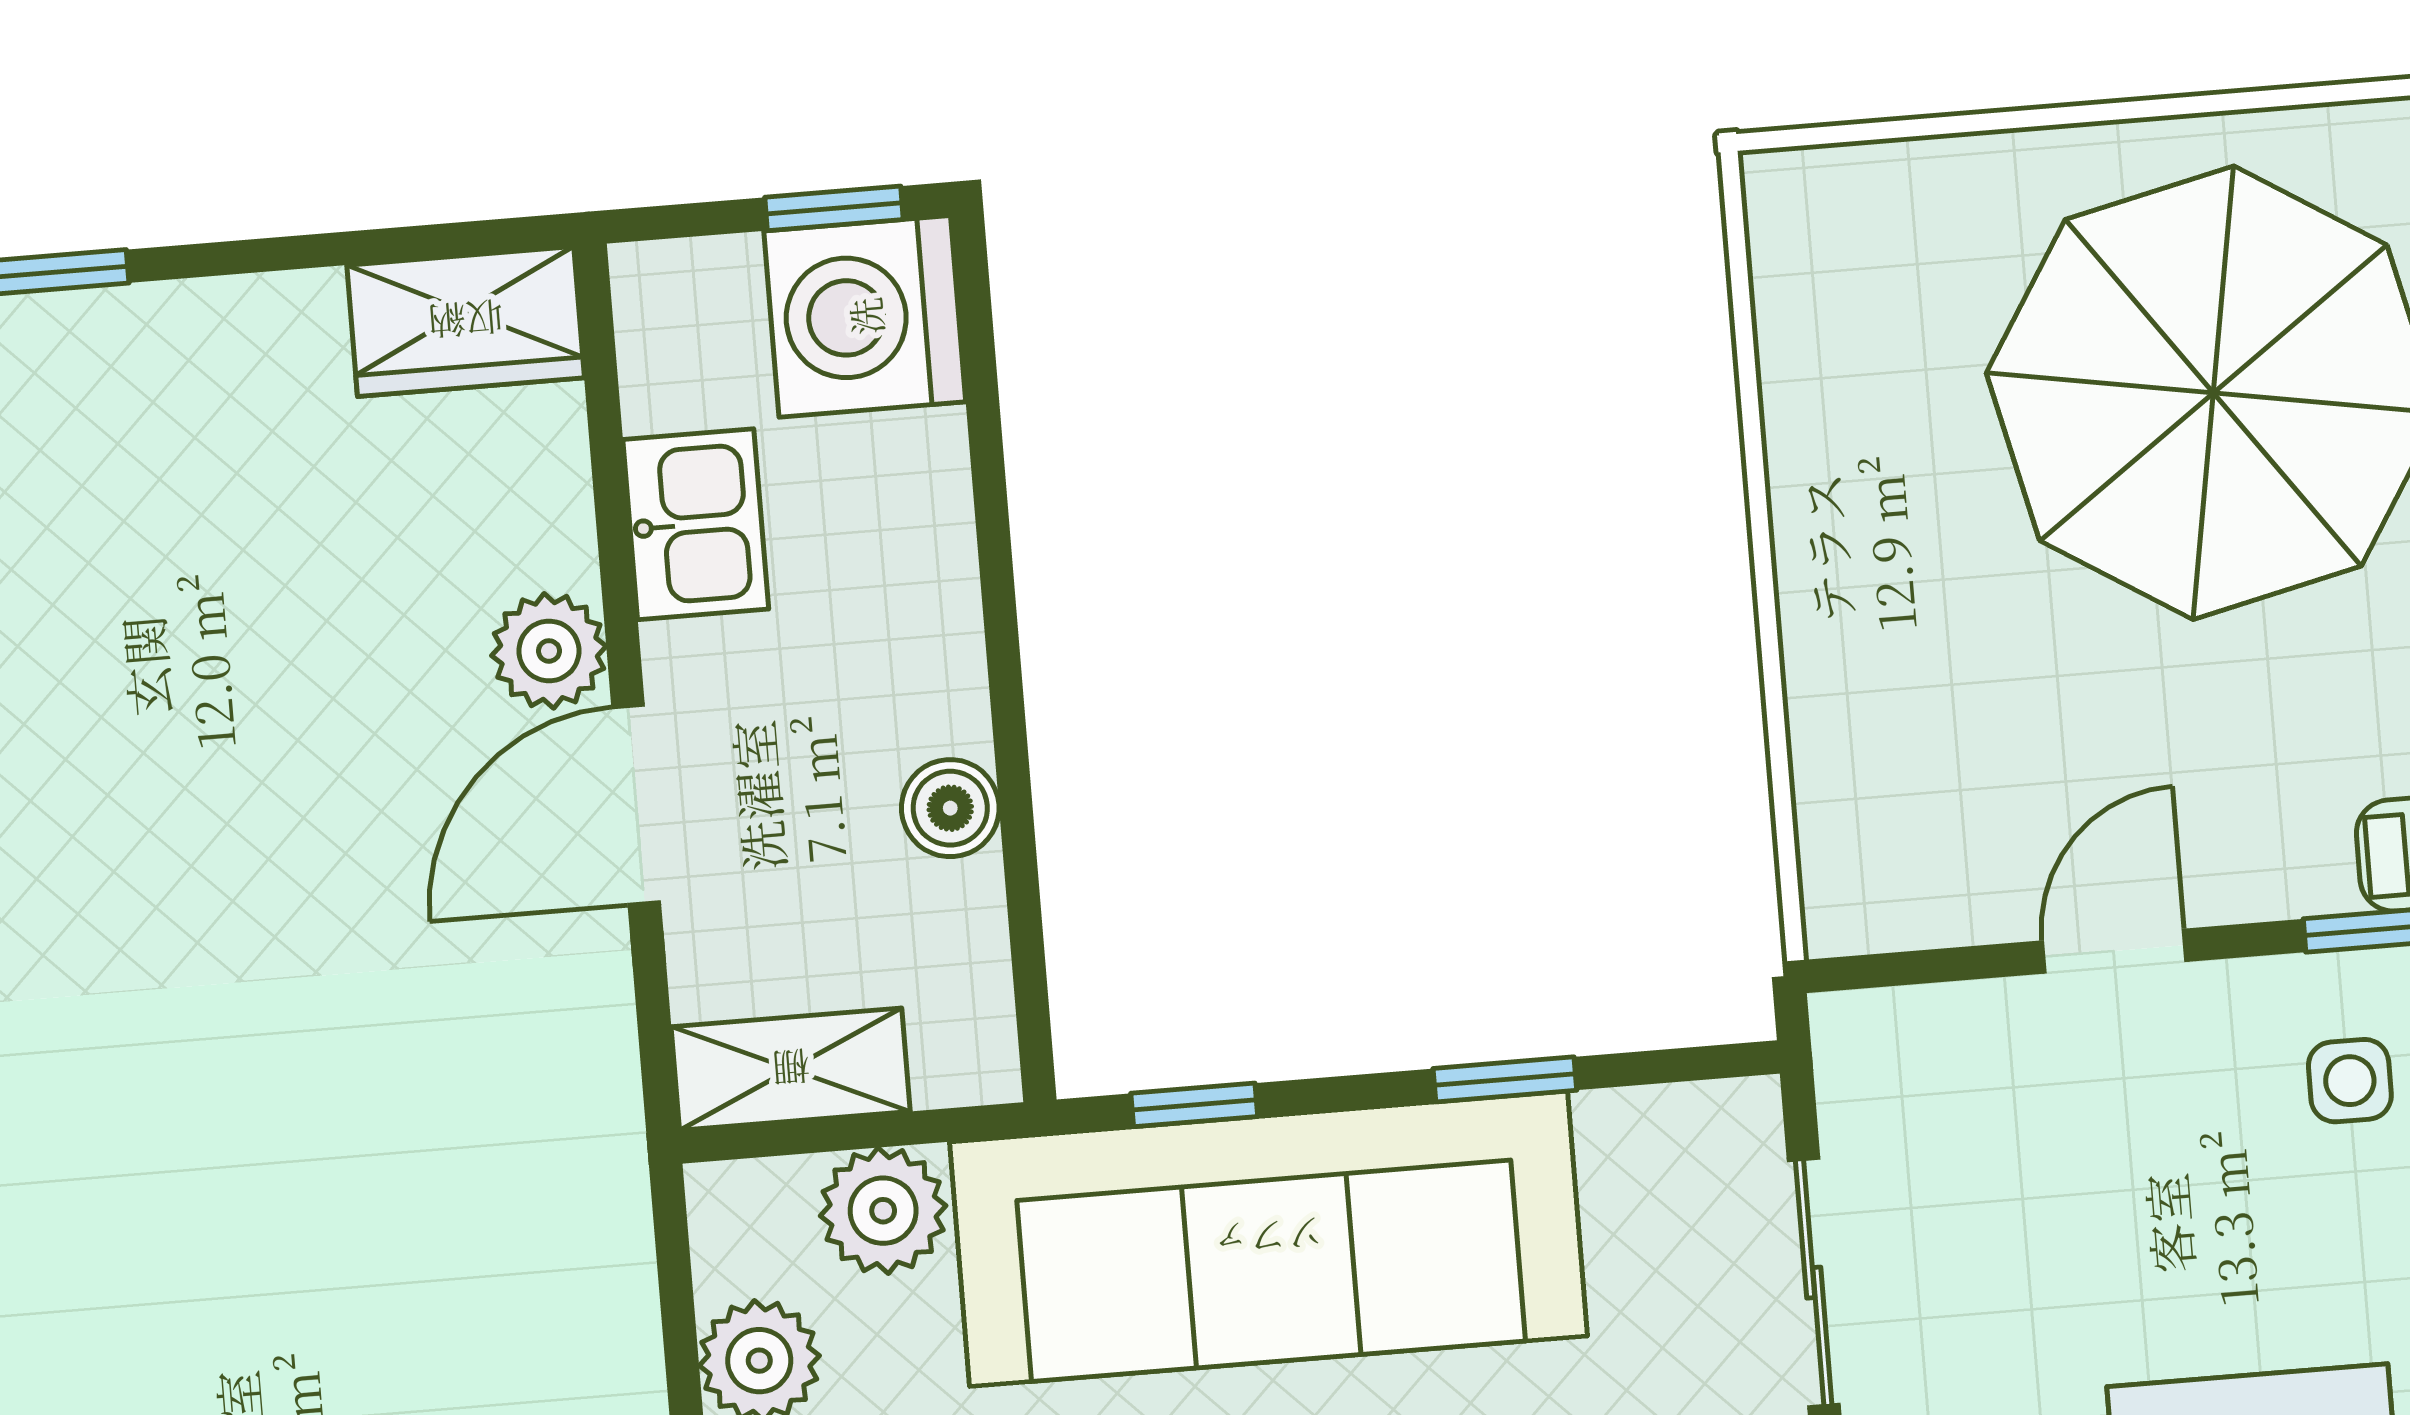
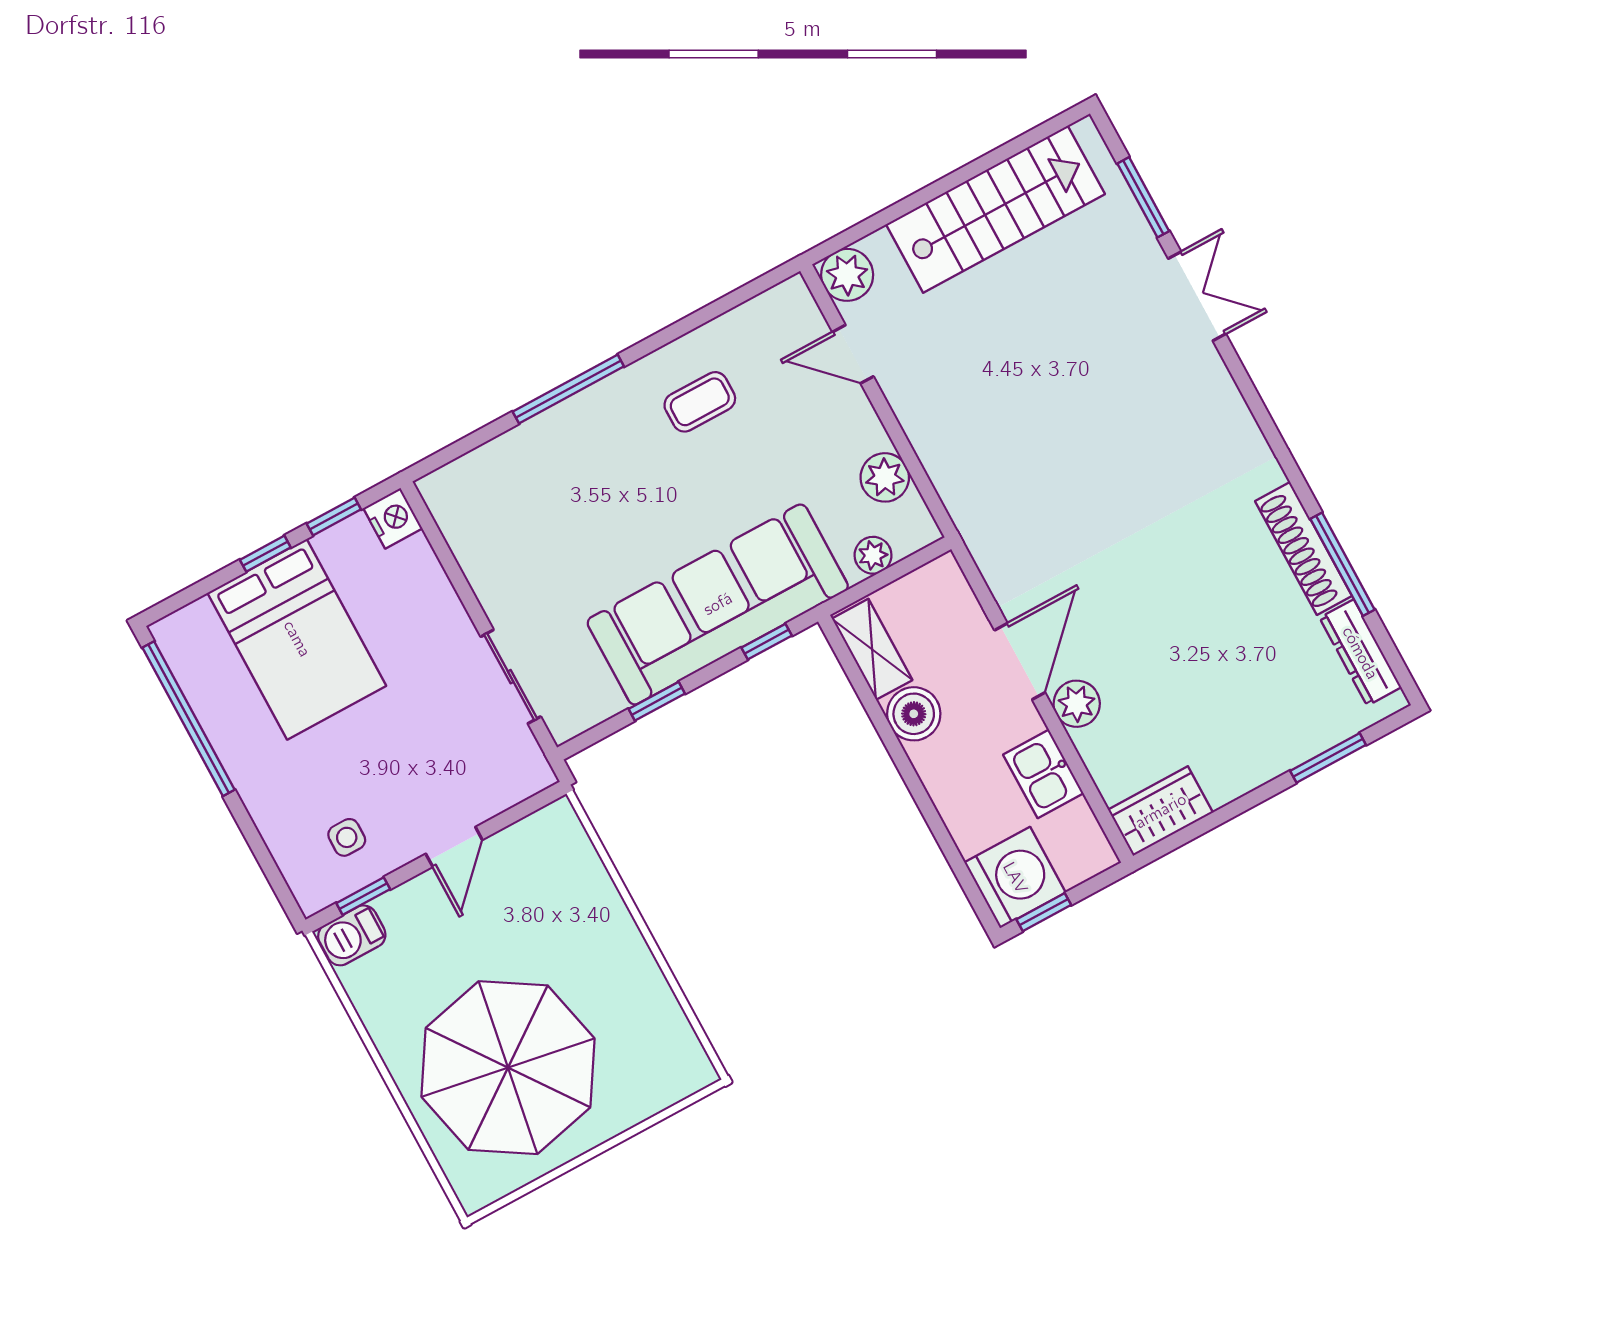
boiler: (950, 808) -> (914, 714), width x1.36, depth x1.36
shelving: (791, 1069) -> (872, 649), moved, turned 90
plant: (883, 1211) -> (873, 555), width x0.73, depth x0.73

